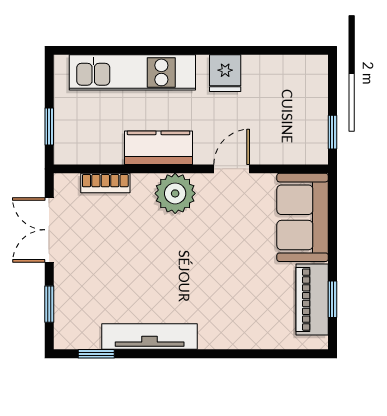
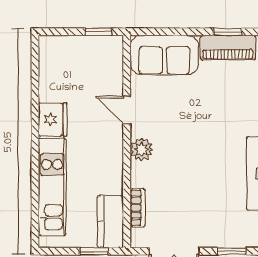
fridge: (225, 73) -> (53, 120), width x1.38
kitchen counter: (159, 148) -> (110, 222), moved
plant: (175, 193) -> (142, 149), width x0.73, depth x0.73

